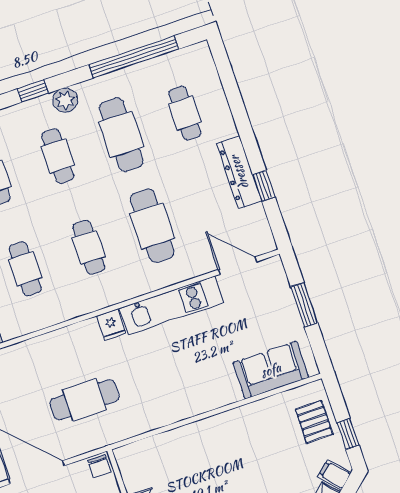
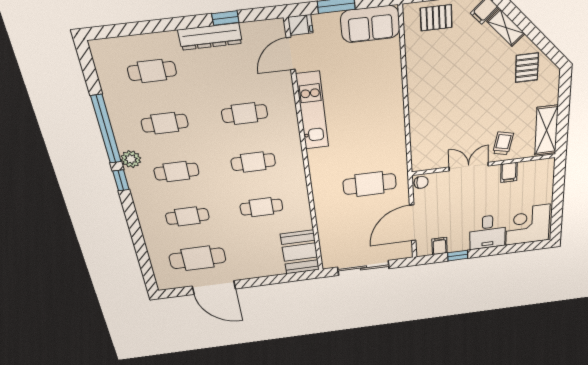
window: (134, 57) -> (106, 129), moved
cafe table: (121, 135) -> (165, 123), width x0.73, depth x0.74
cafe table: (152, 226) -> (245, 114), width x0.73, depth x0.74
fridge: (111, 325) -> (300, 25), moved
sofa: (271, 370) -> (370, 24), moved, turned -90
cafe table: (84, 400) -> (370, 184), turned 90

